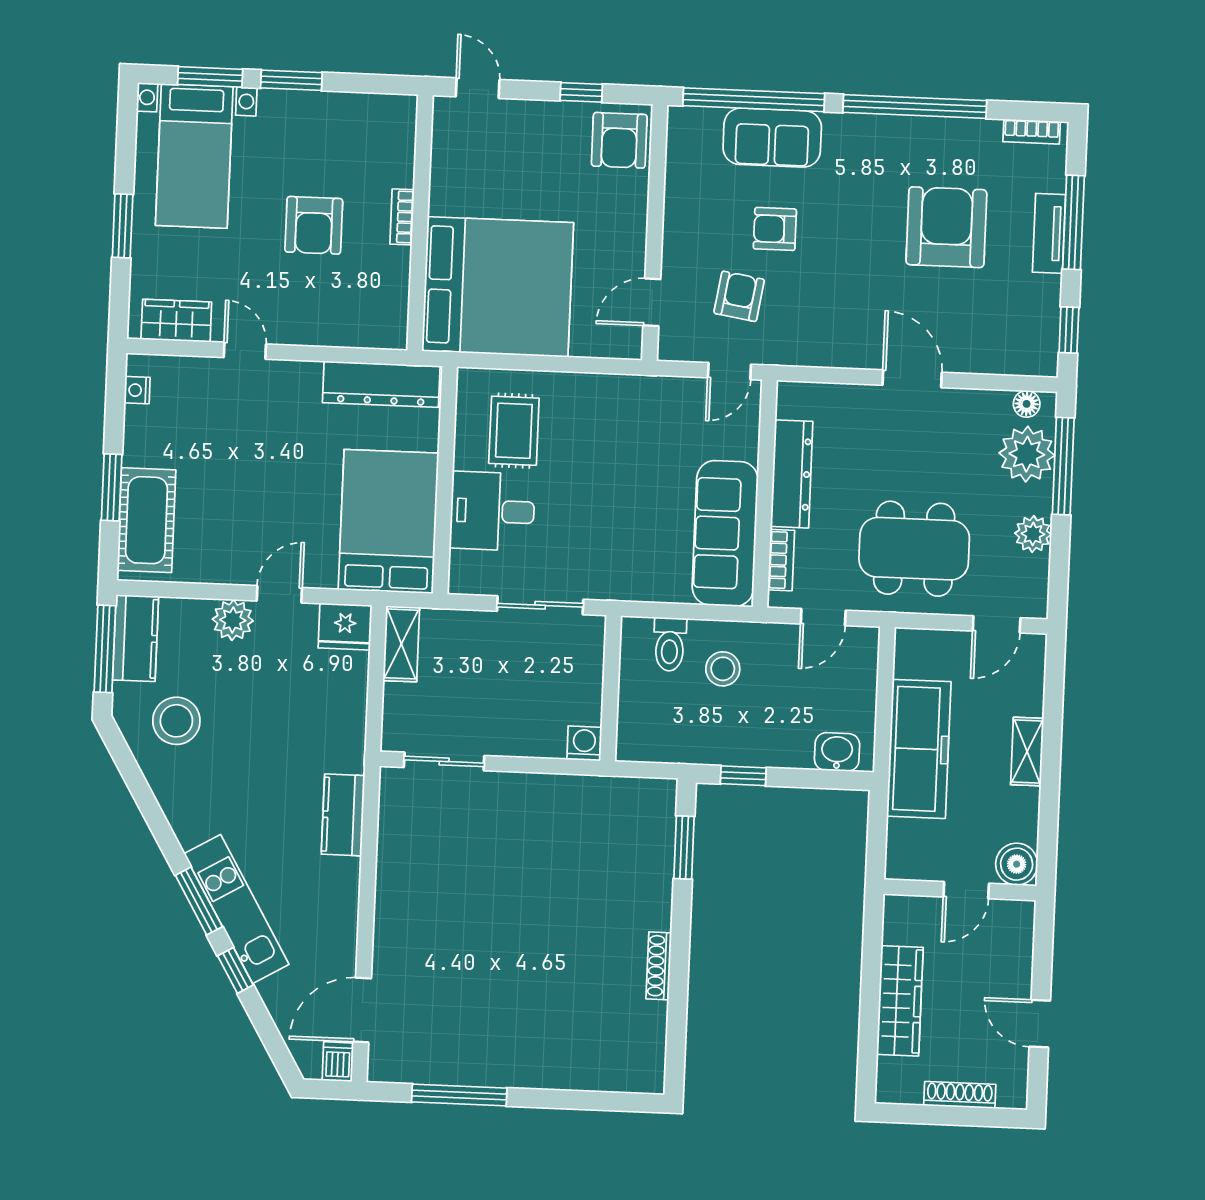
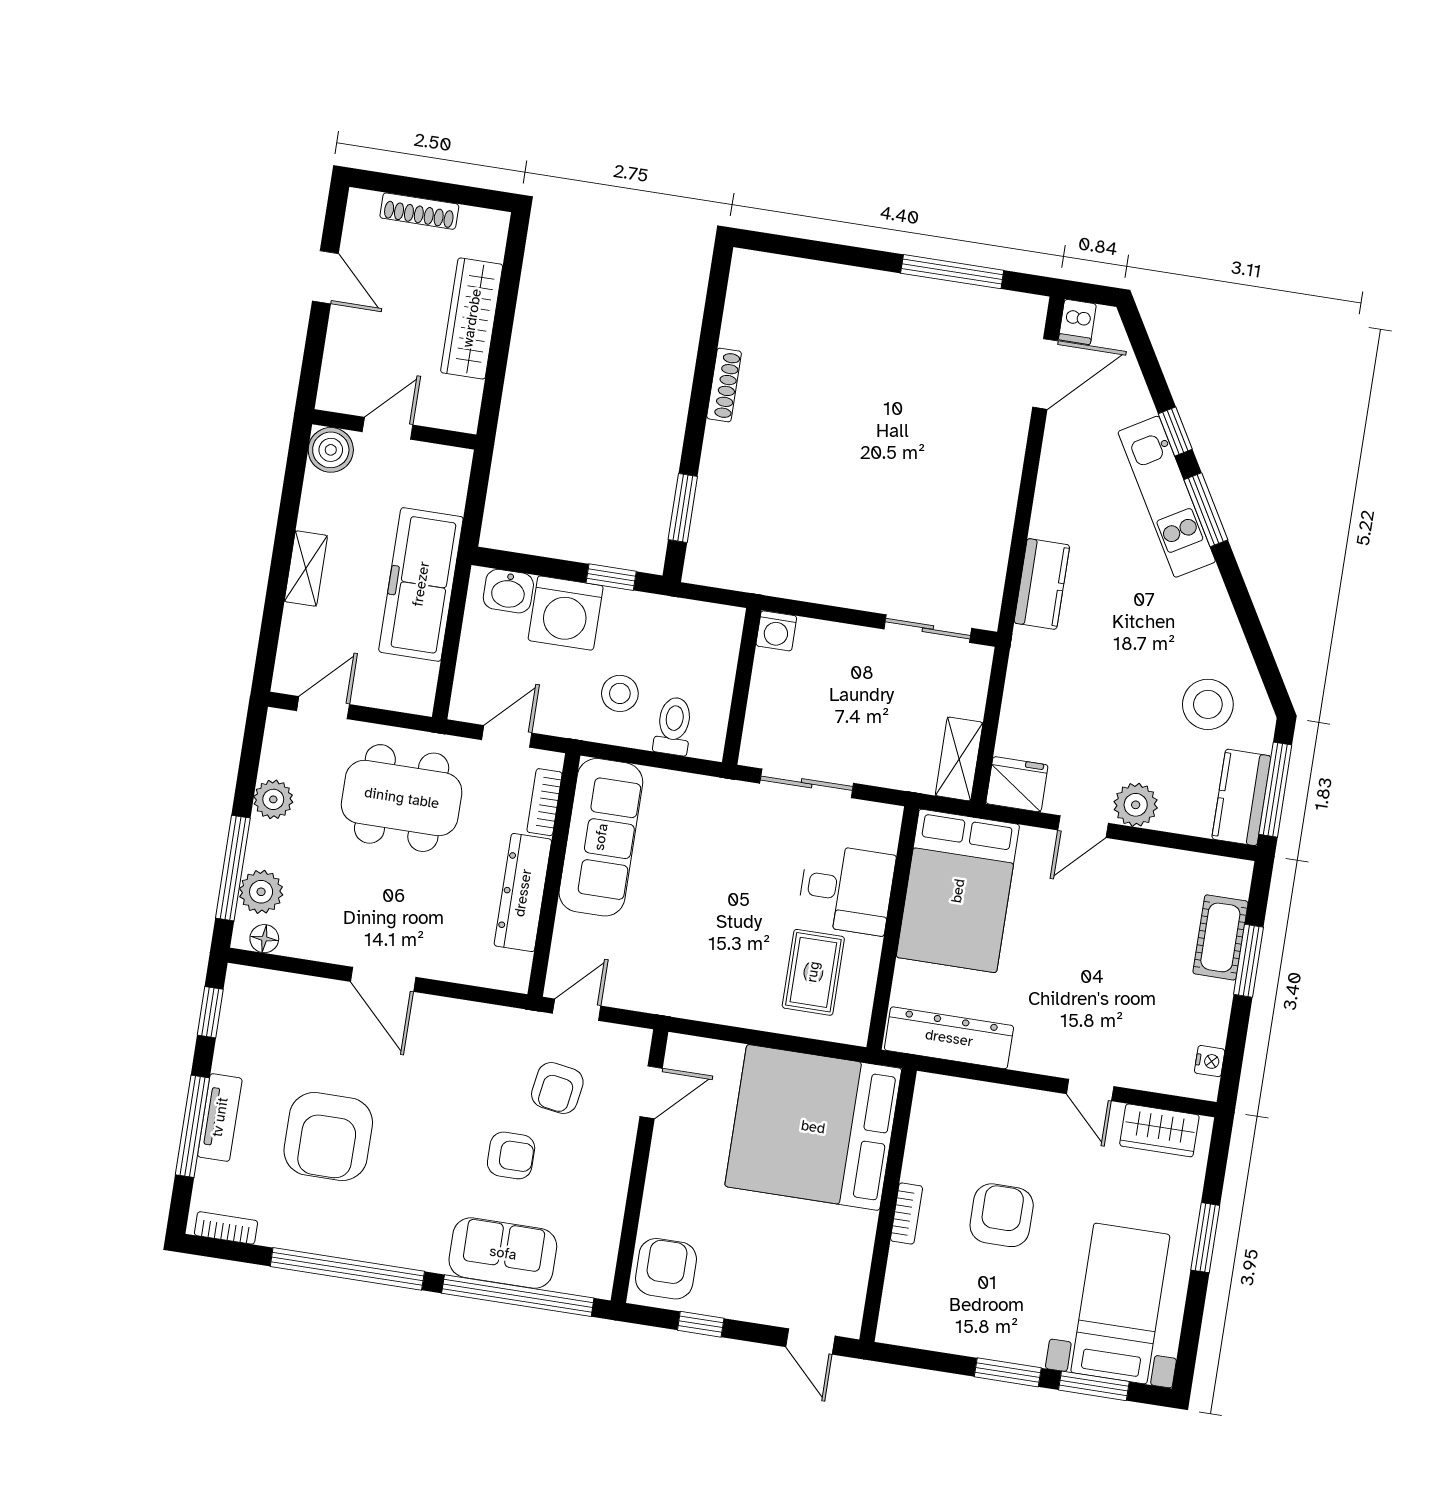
plant: (1027, 454) -> (261, 892), width x0.73, depth x0.73
cot: (146, 520) -> (1220, 937), width x0.73, depth x0.75
washing machine: (782, 738) -> (566, 613), added

